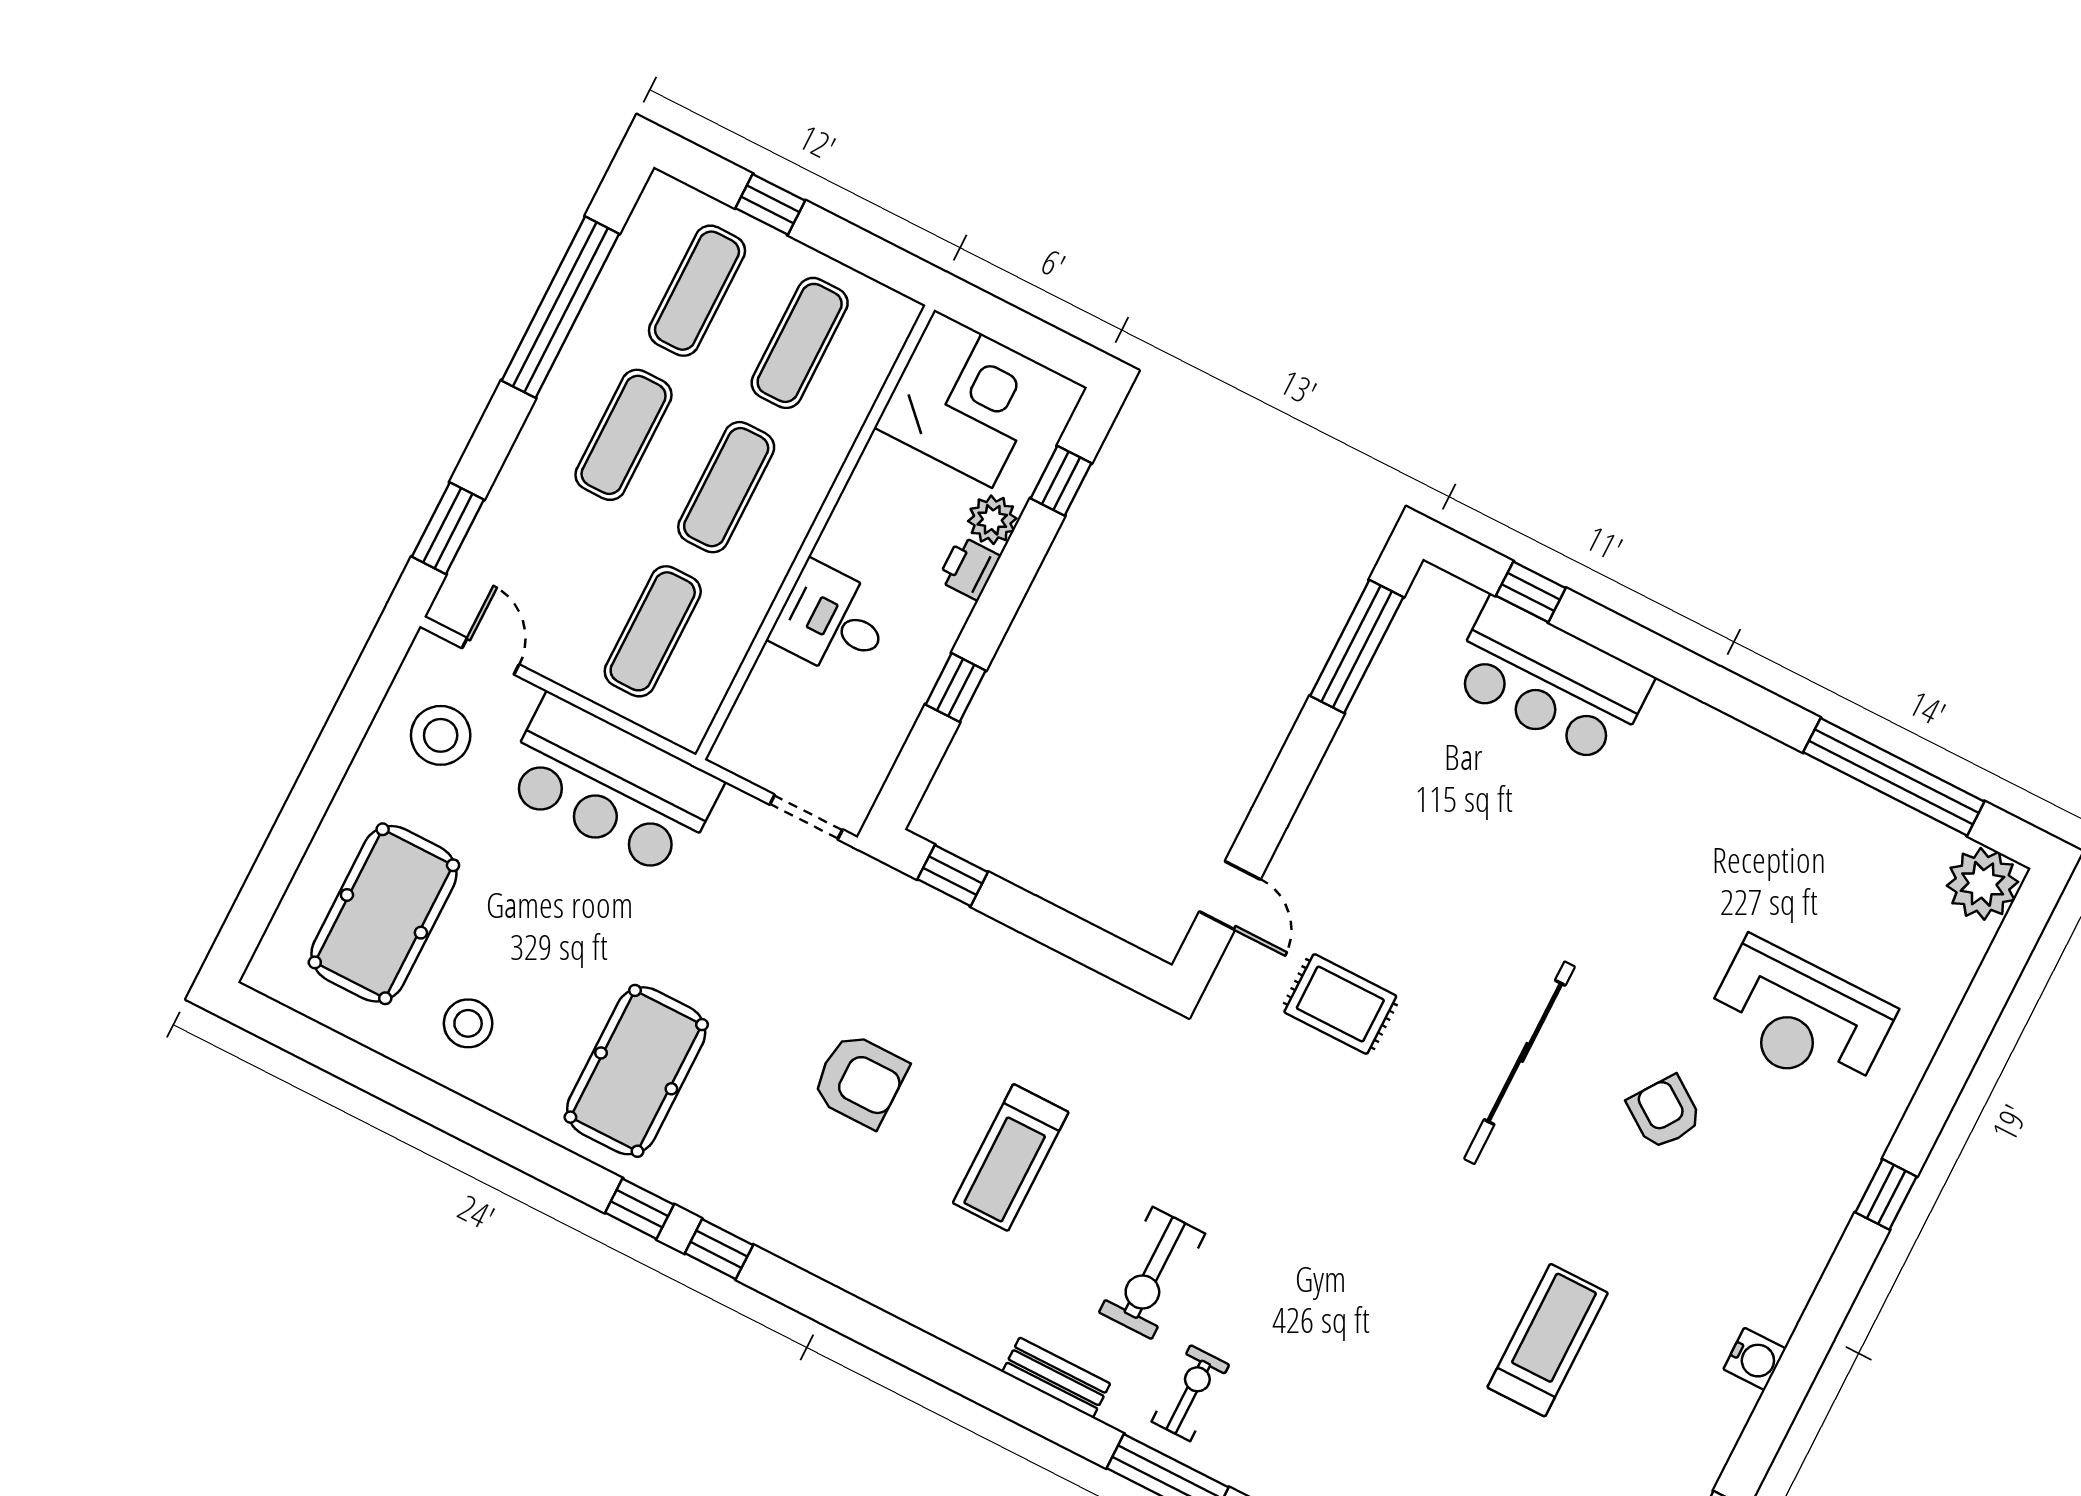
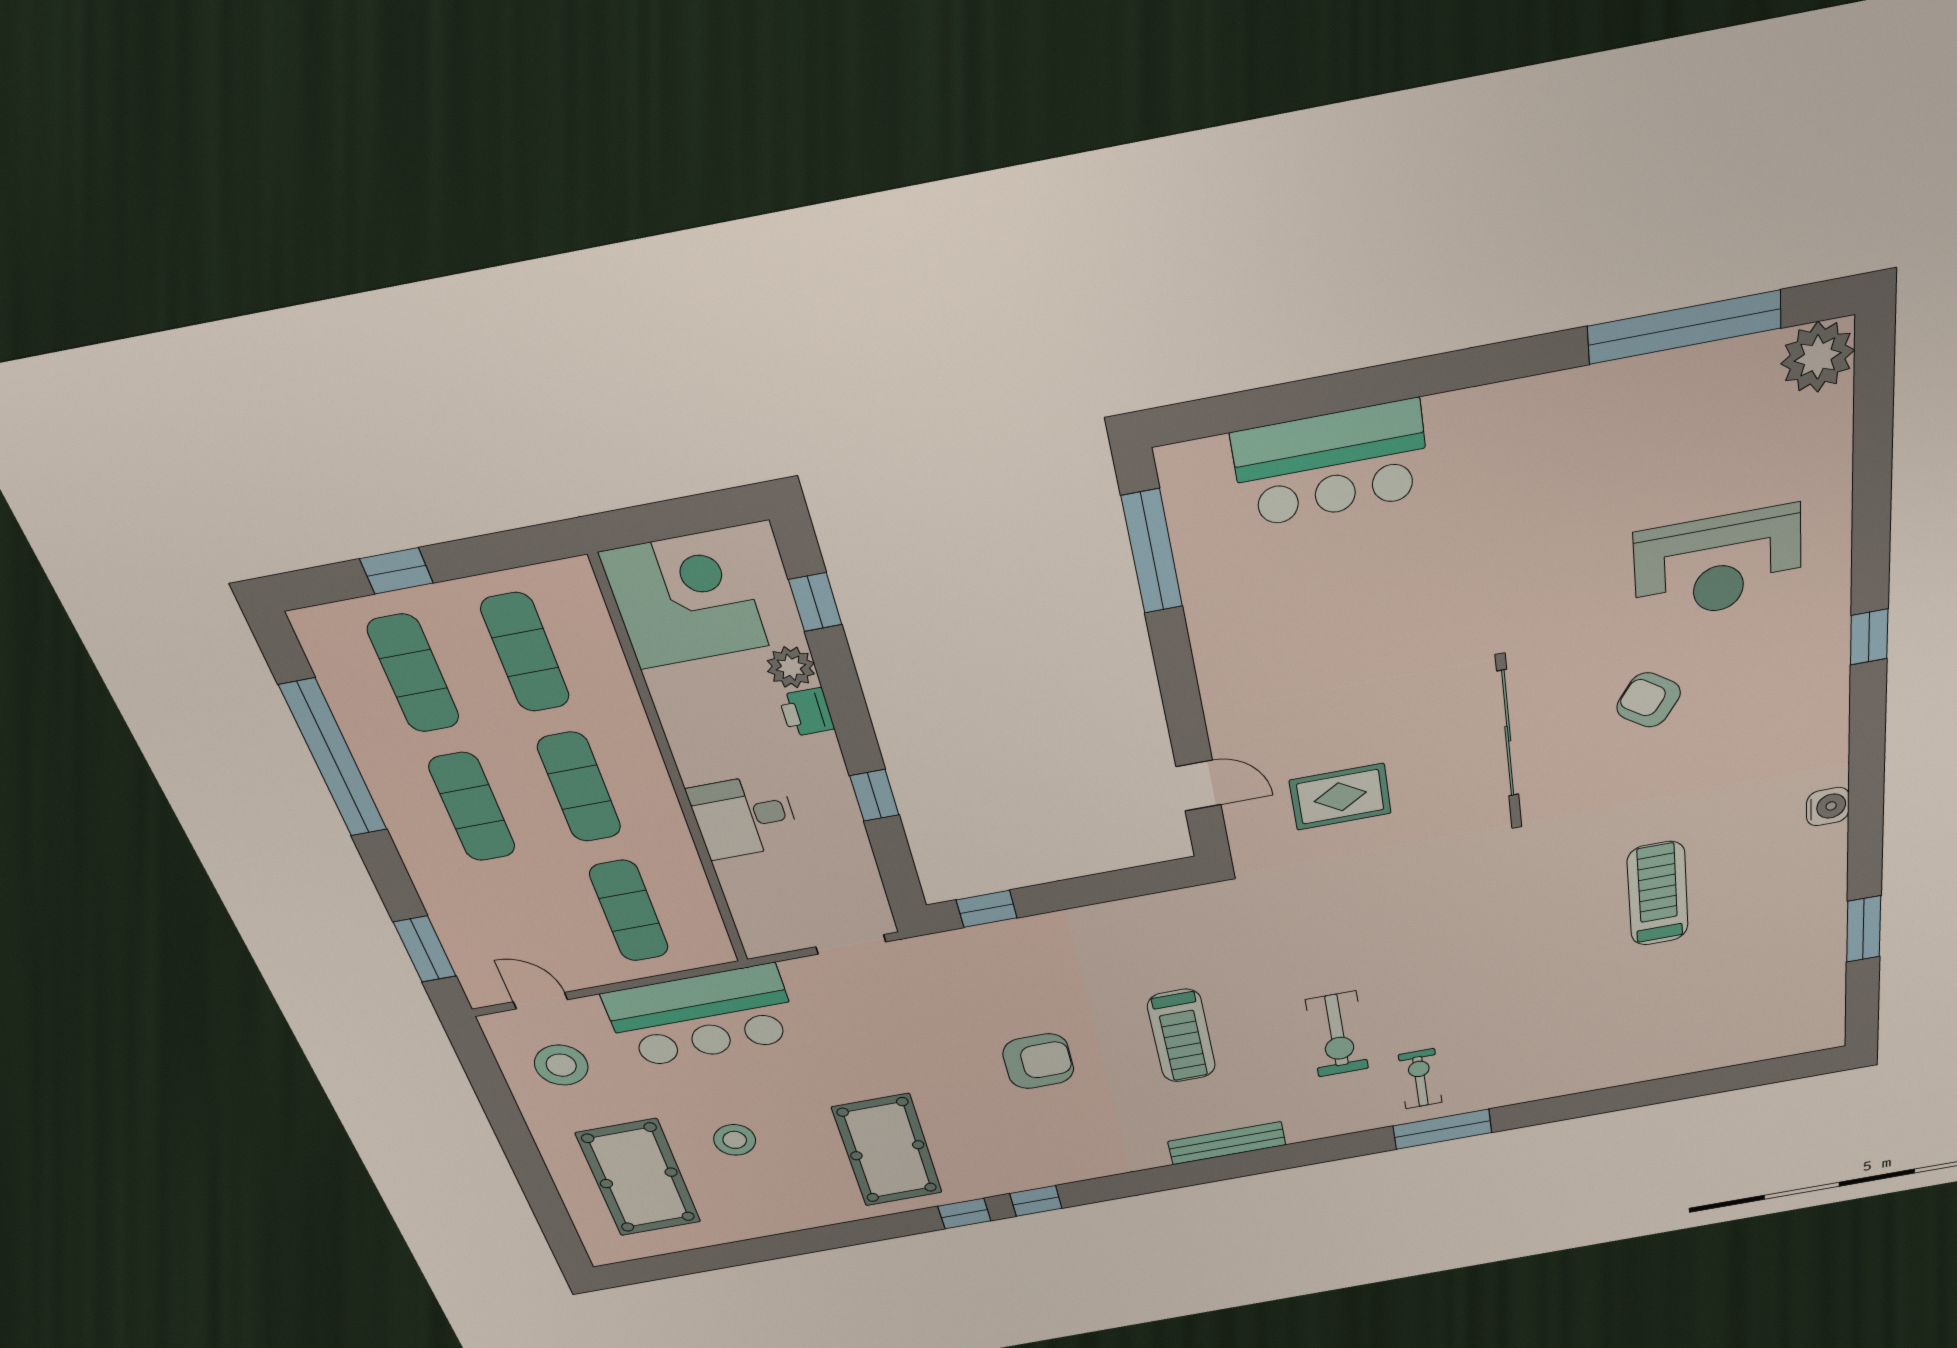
window: (1531, 592) -> (1262, 407), removed
stool: (468, 1023) -> (735, 1140), moved
bench: (1056, 1378) -> (1227, 1143), moved, width x1.36

